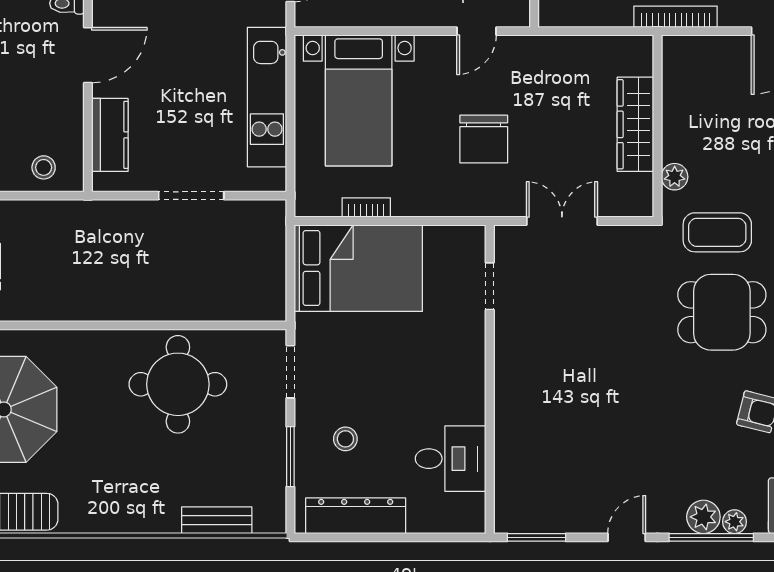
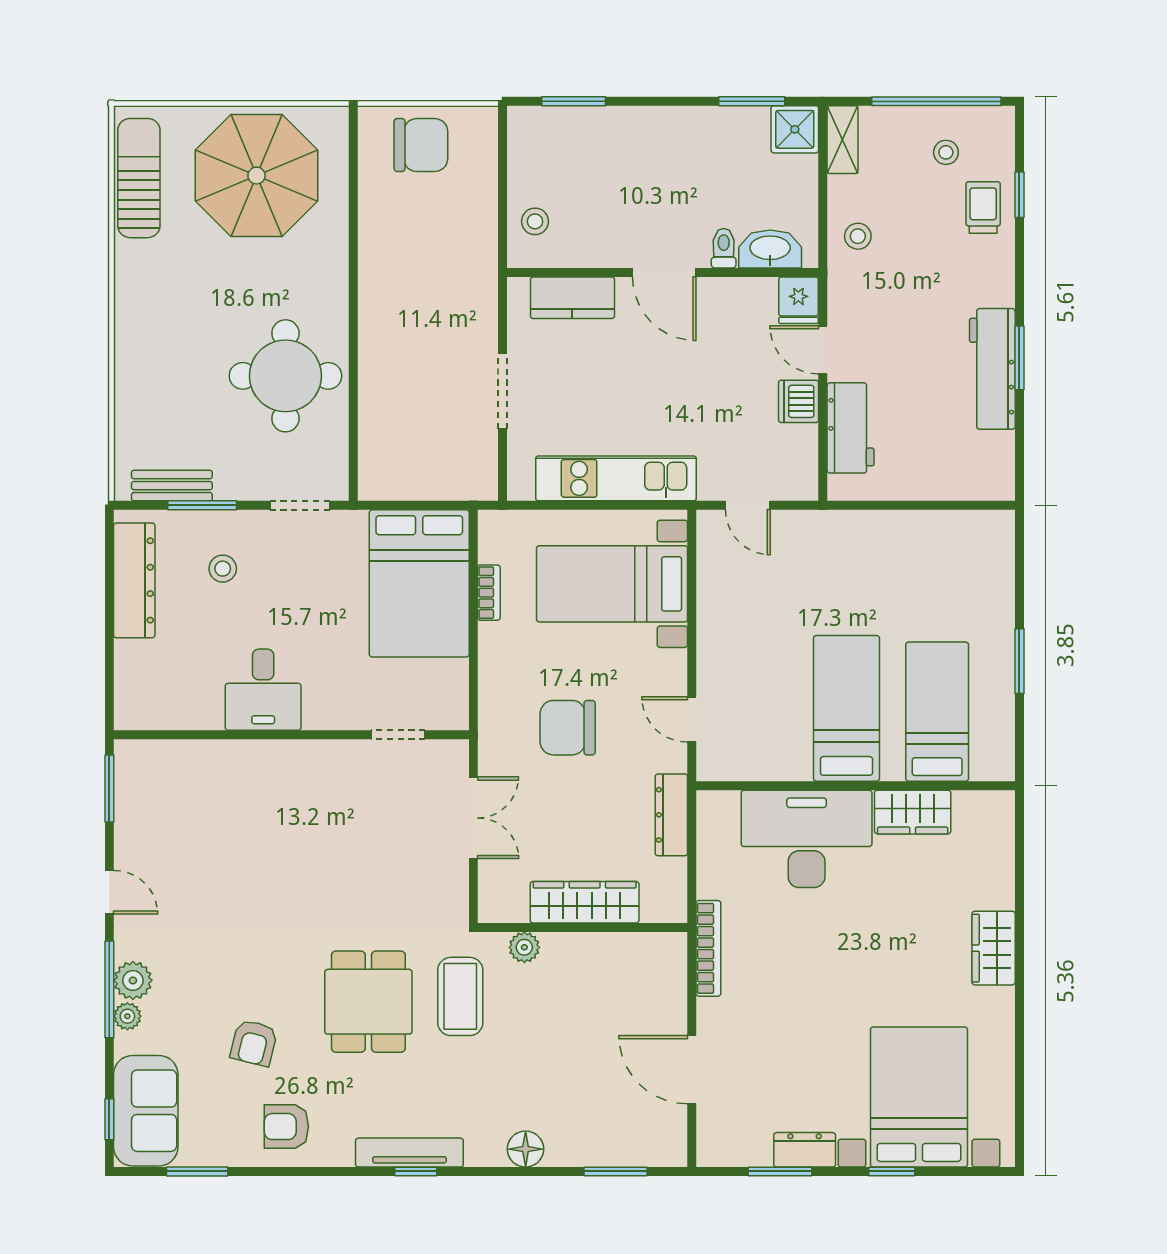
dresser: (559, 49) -> (671, 815), added
desk: (451, 459) -> (263, 690), moved
bench: (217, 520) -> (172, 486), moved, turned 90

